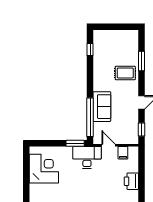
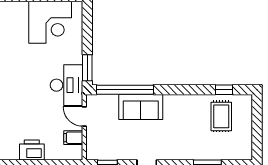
rug: (125, 73) -> (221, 116), moved
door: (108, 145) -> (84, 117), swing flipped

